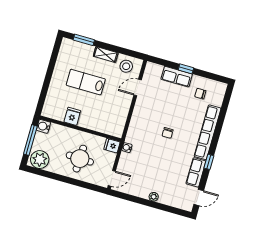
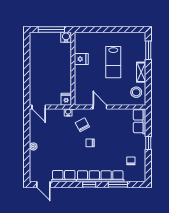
row of seats: (177, 77) -> (140, 121), moved
lab bench: (86, 82) -> (113, 62), turned 180
door: (138, 88) -> (100, 107), moved
window: (222, 115) -> (118, 184), added
chair: (145, 136) -> (82, 125), added
round table: (80, 159) -> (48, 75), removed
plant: (40, 160) -> (37, 42), removed
window: (209, 162) -> (89, 184), moved

